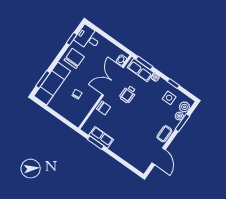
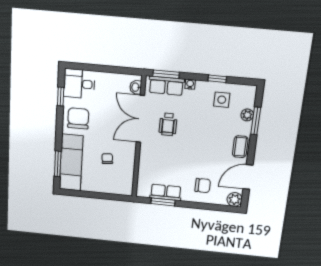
plant: (184, 107) -> (235, 199), moved
chair: (104, 108) -> (203, 185), moved
door: (159, 156) -> (248, 177), swing flipped

